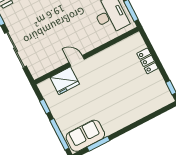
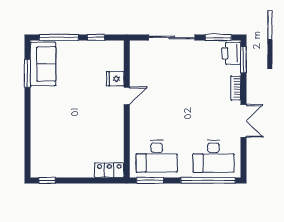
locker: (147, 61) -> (109, 170), moved
fridge: (65, 81) -> (115, 79), width x0.53, depth x0.75

